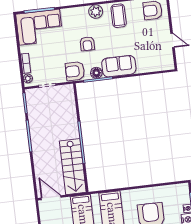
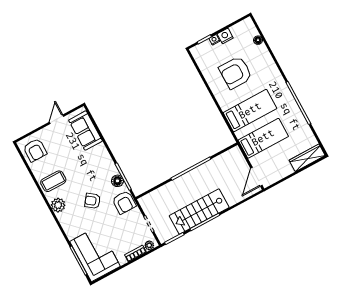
armchair: (87, 44) -> (93, 201), turned -143
sofa: (119, 66) -> (85, 131), moved
stairs: (73, 167) -> (199, 212), moved, turned 180

